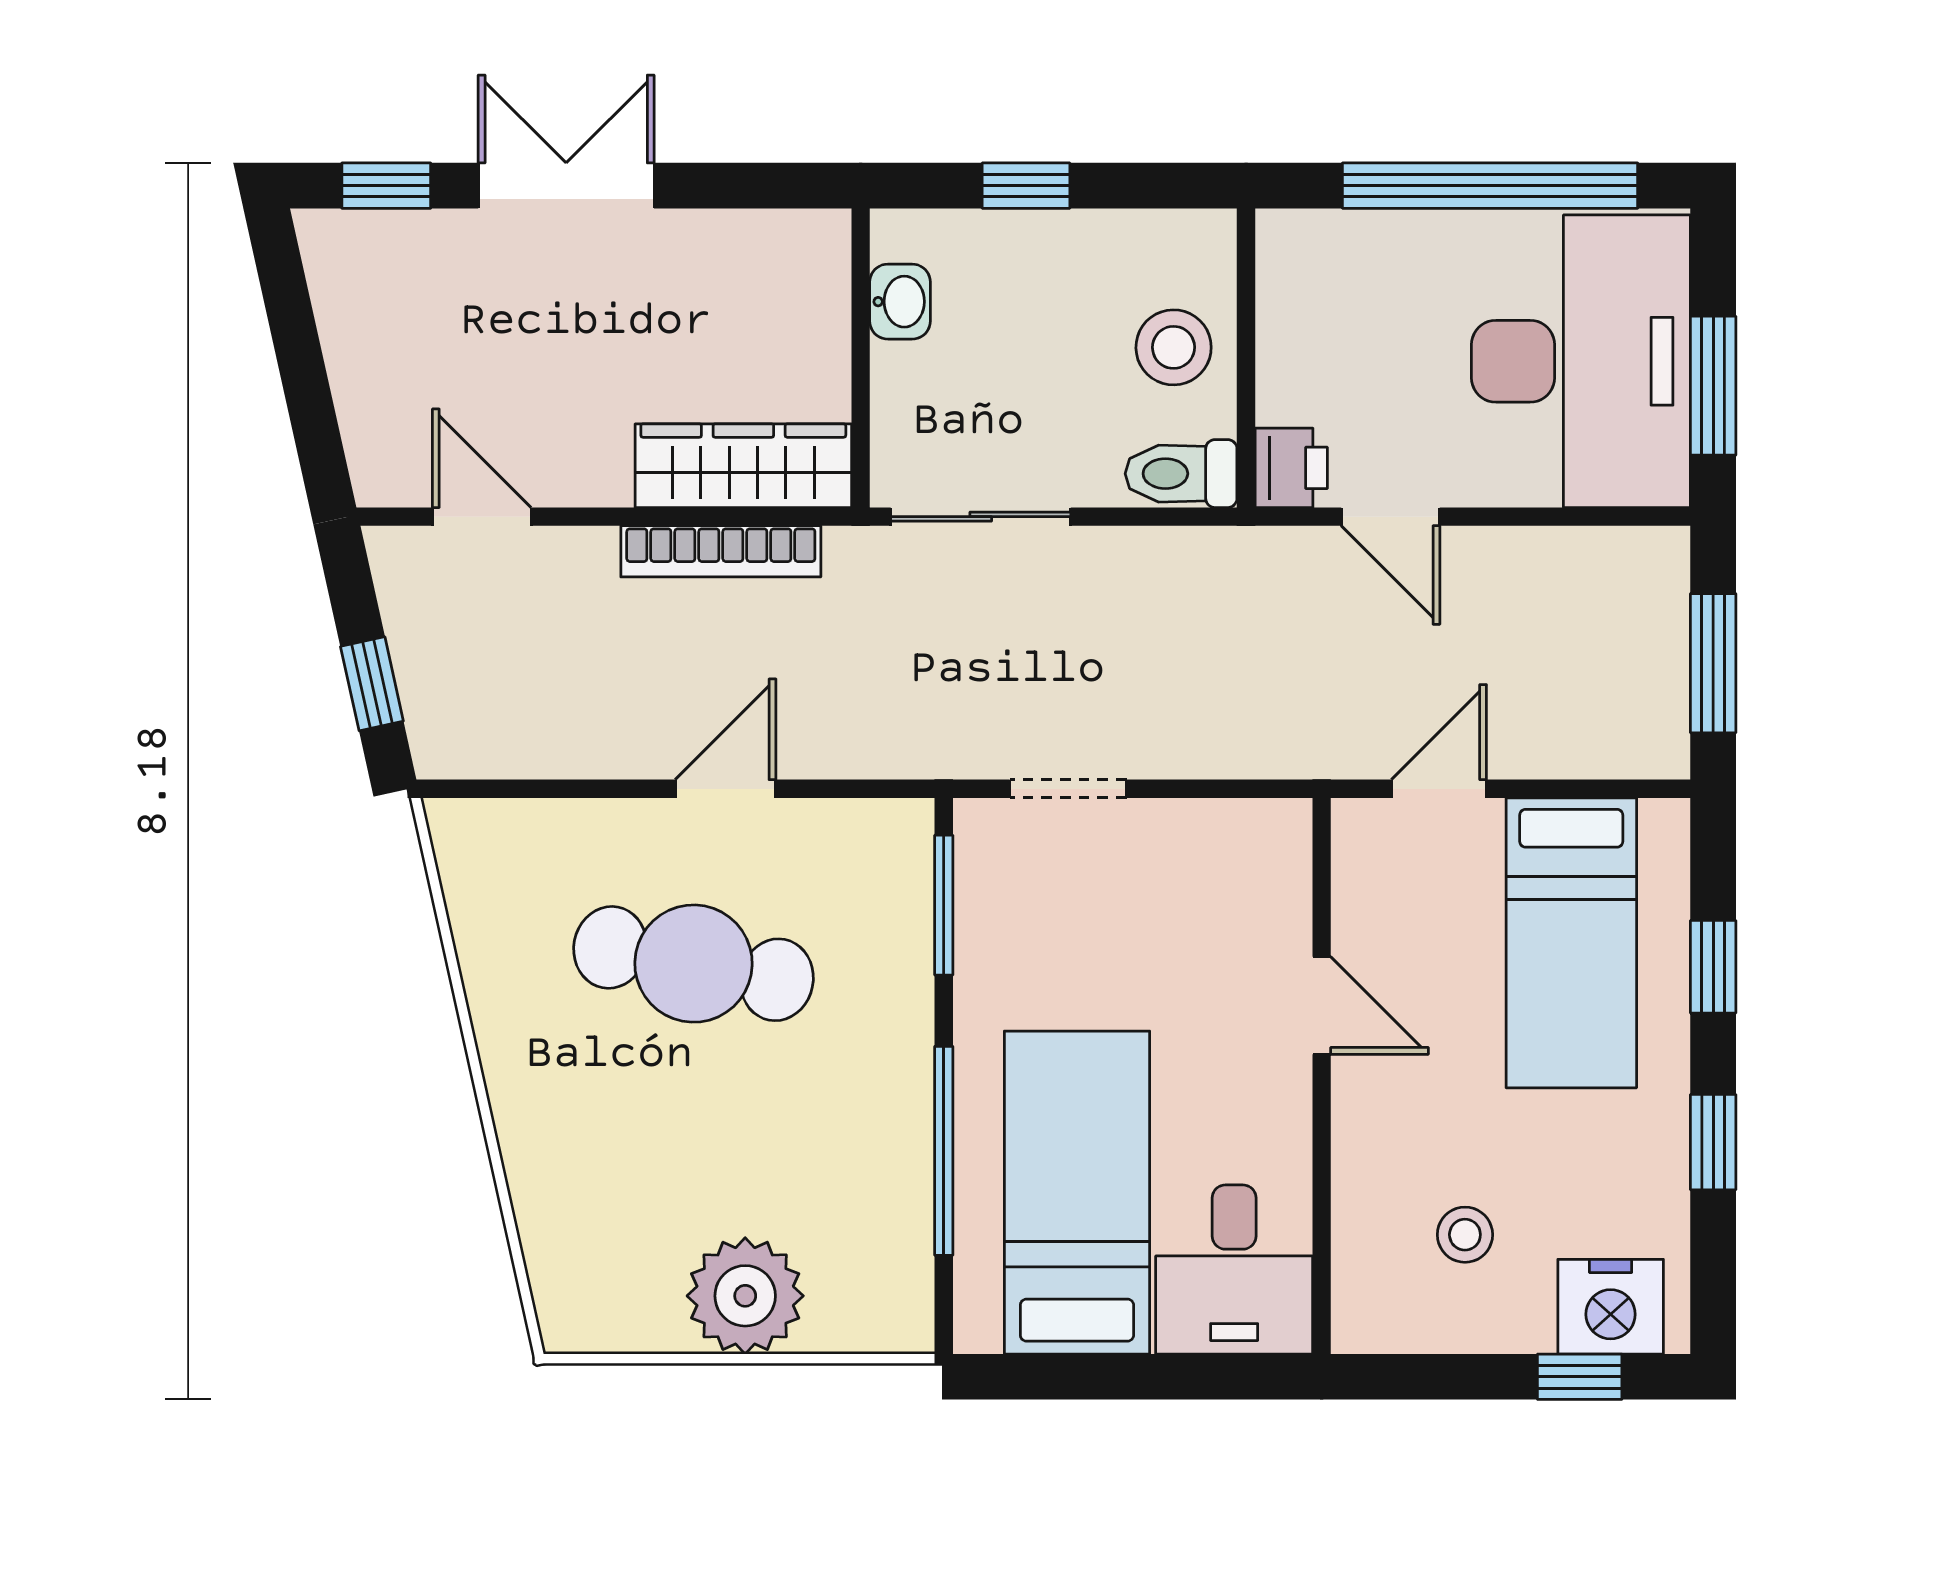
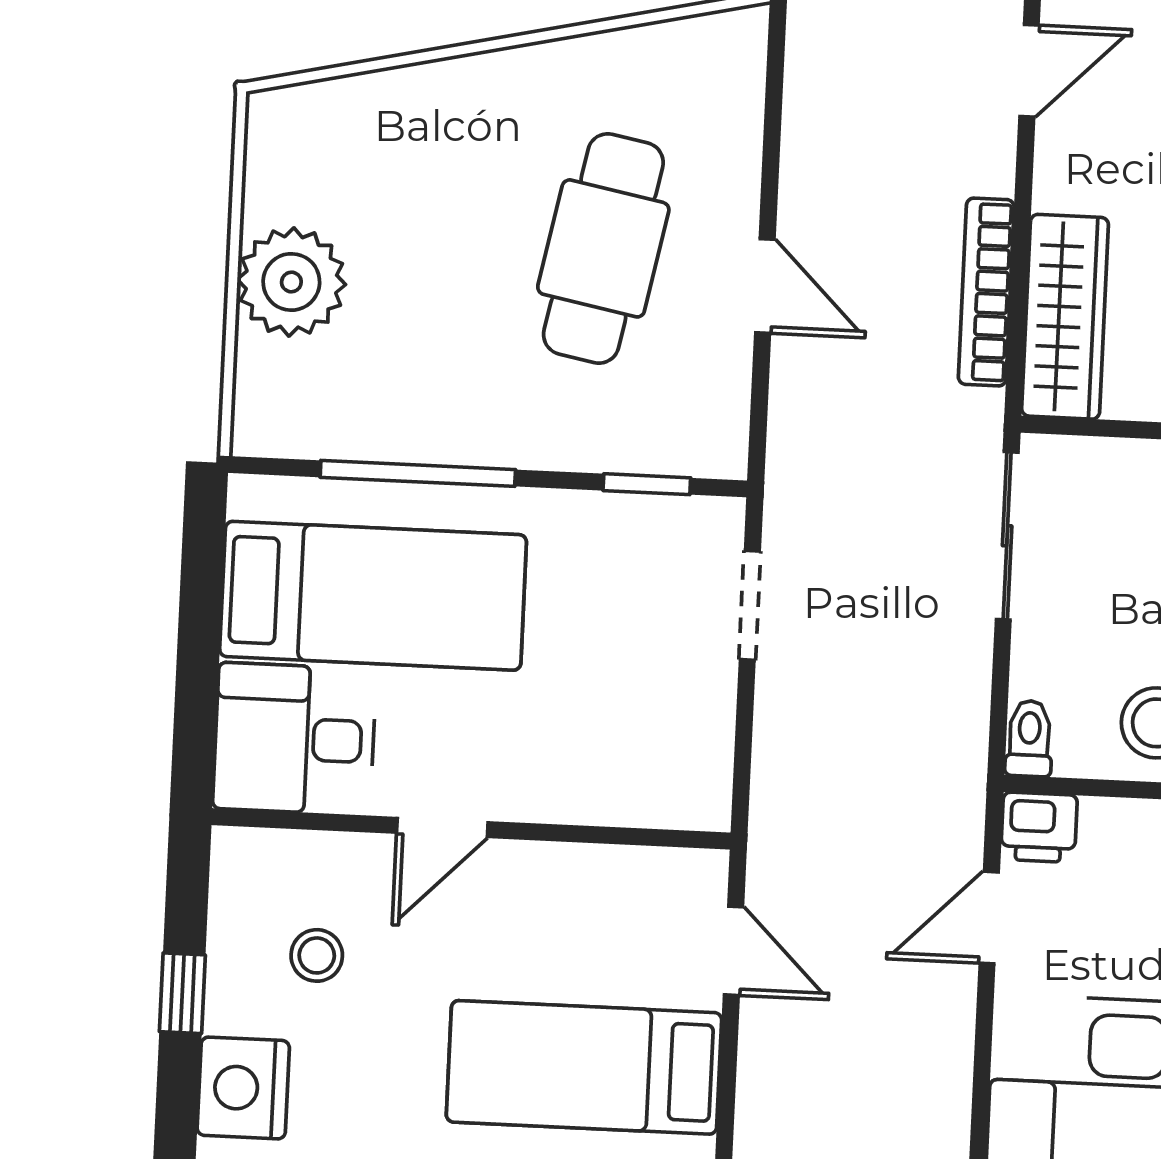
toilet: (1181, 474) -> (1029, 738), width x0.73, depth x0.72
window: (944, 905) -> (647, 484), width x0.67
door: (1322, 1005) -> (442, 828), moved
window: (1580, 1377) -> (182, 993), moved

